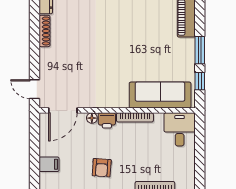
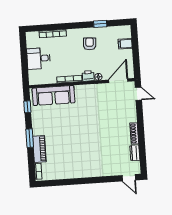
window: (200, 50) -> (30, 138), moved
desk: (180, 129) -> (39, 58), moved, turned 90

